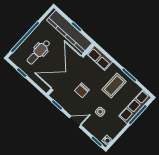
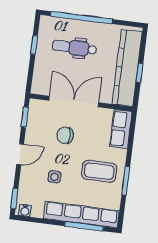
double door: (67, 73) -> (74, 102), width x0.73
row of seats: (135, 107) -> (81, 215), width x1.36
door: (75, 122) -> (20, 154), hinge flipped

